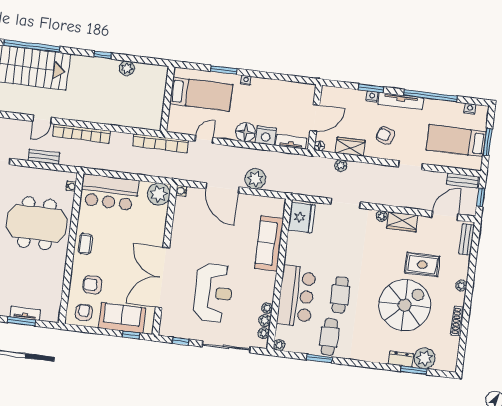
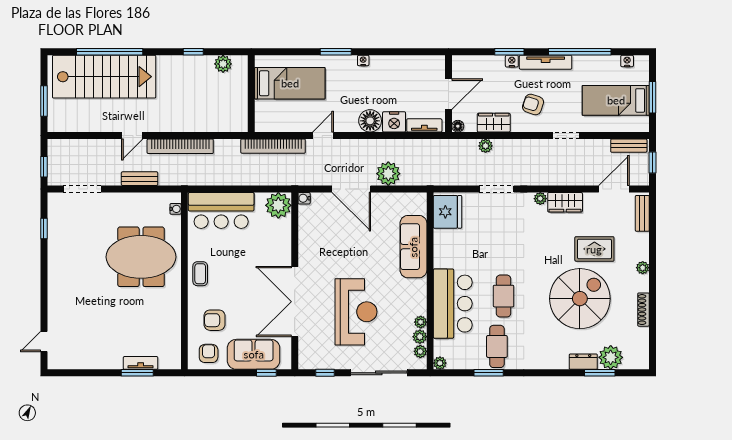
bed: (201, 94) -> (290, 83), moved
wall: (167, 99) -> (251, 94), moved

